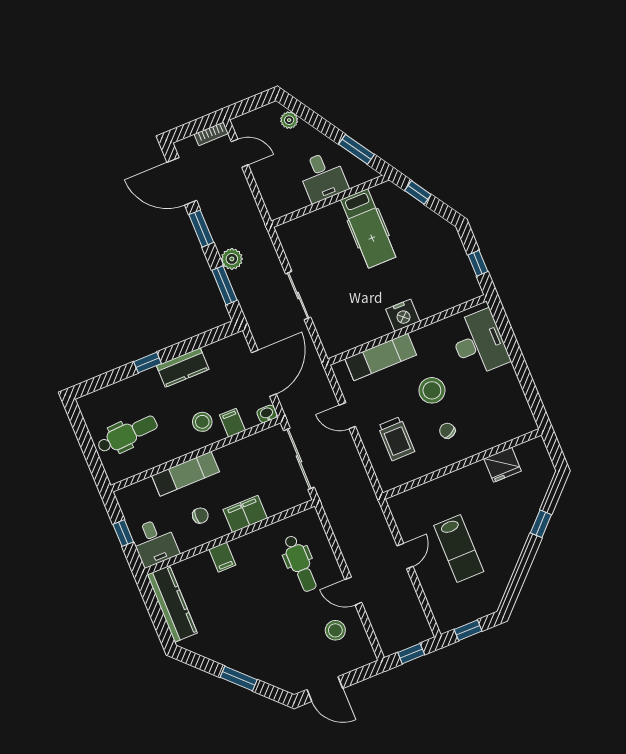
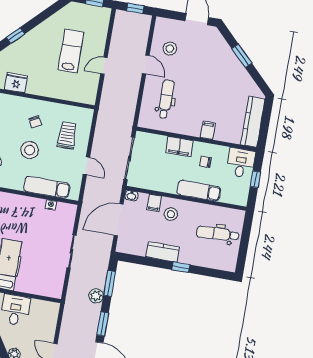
nightstand: (403, 315) -> (51, 205), moved, width x0.53, depth x0.56

